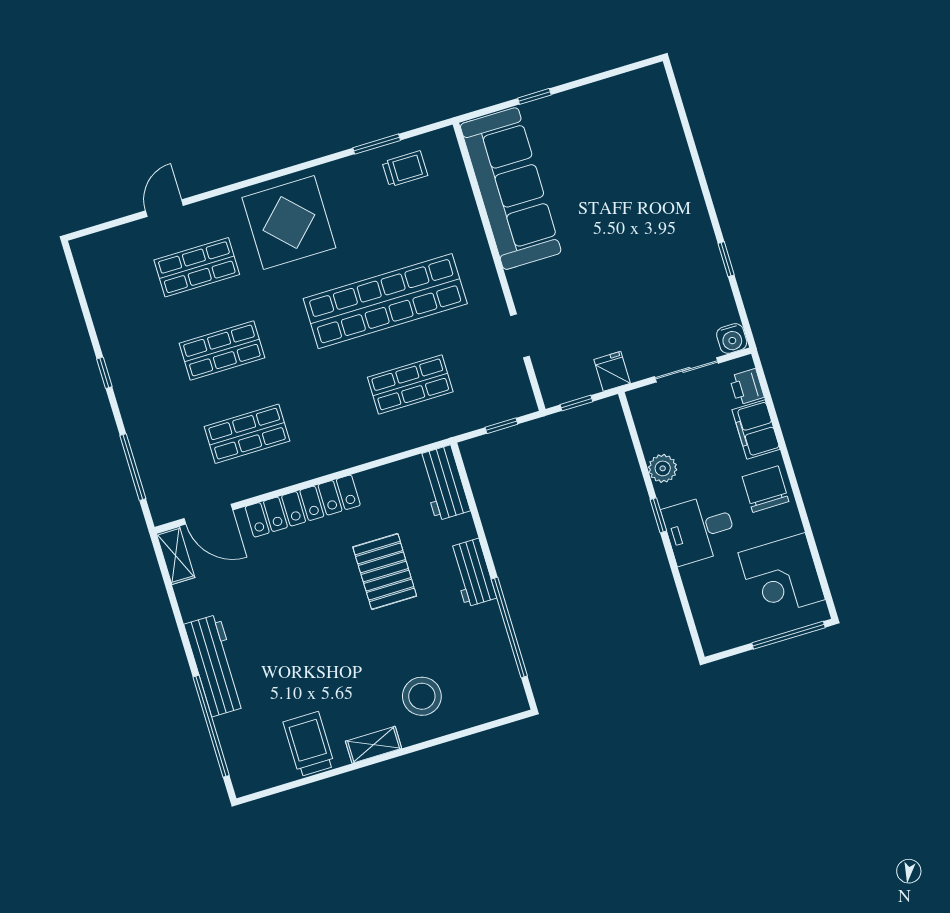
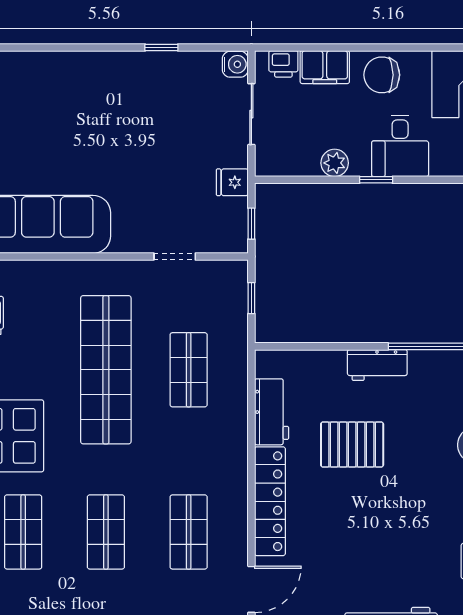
workbench: (443, 483) -> (272, 412), moved, turned -90

